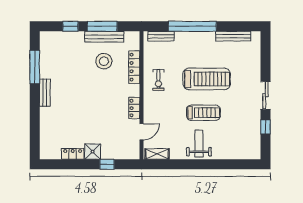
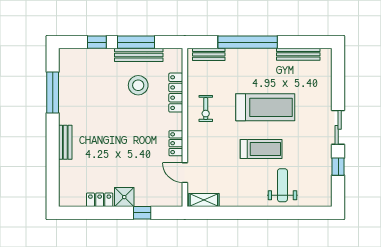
bench: (45, 93) -> (65, 142), moved
door: (142, 132) -> (185, 173), swing flipped
weight bench: (199, 144) -> (282, 185), moved

